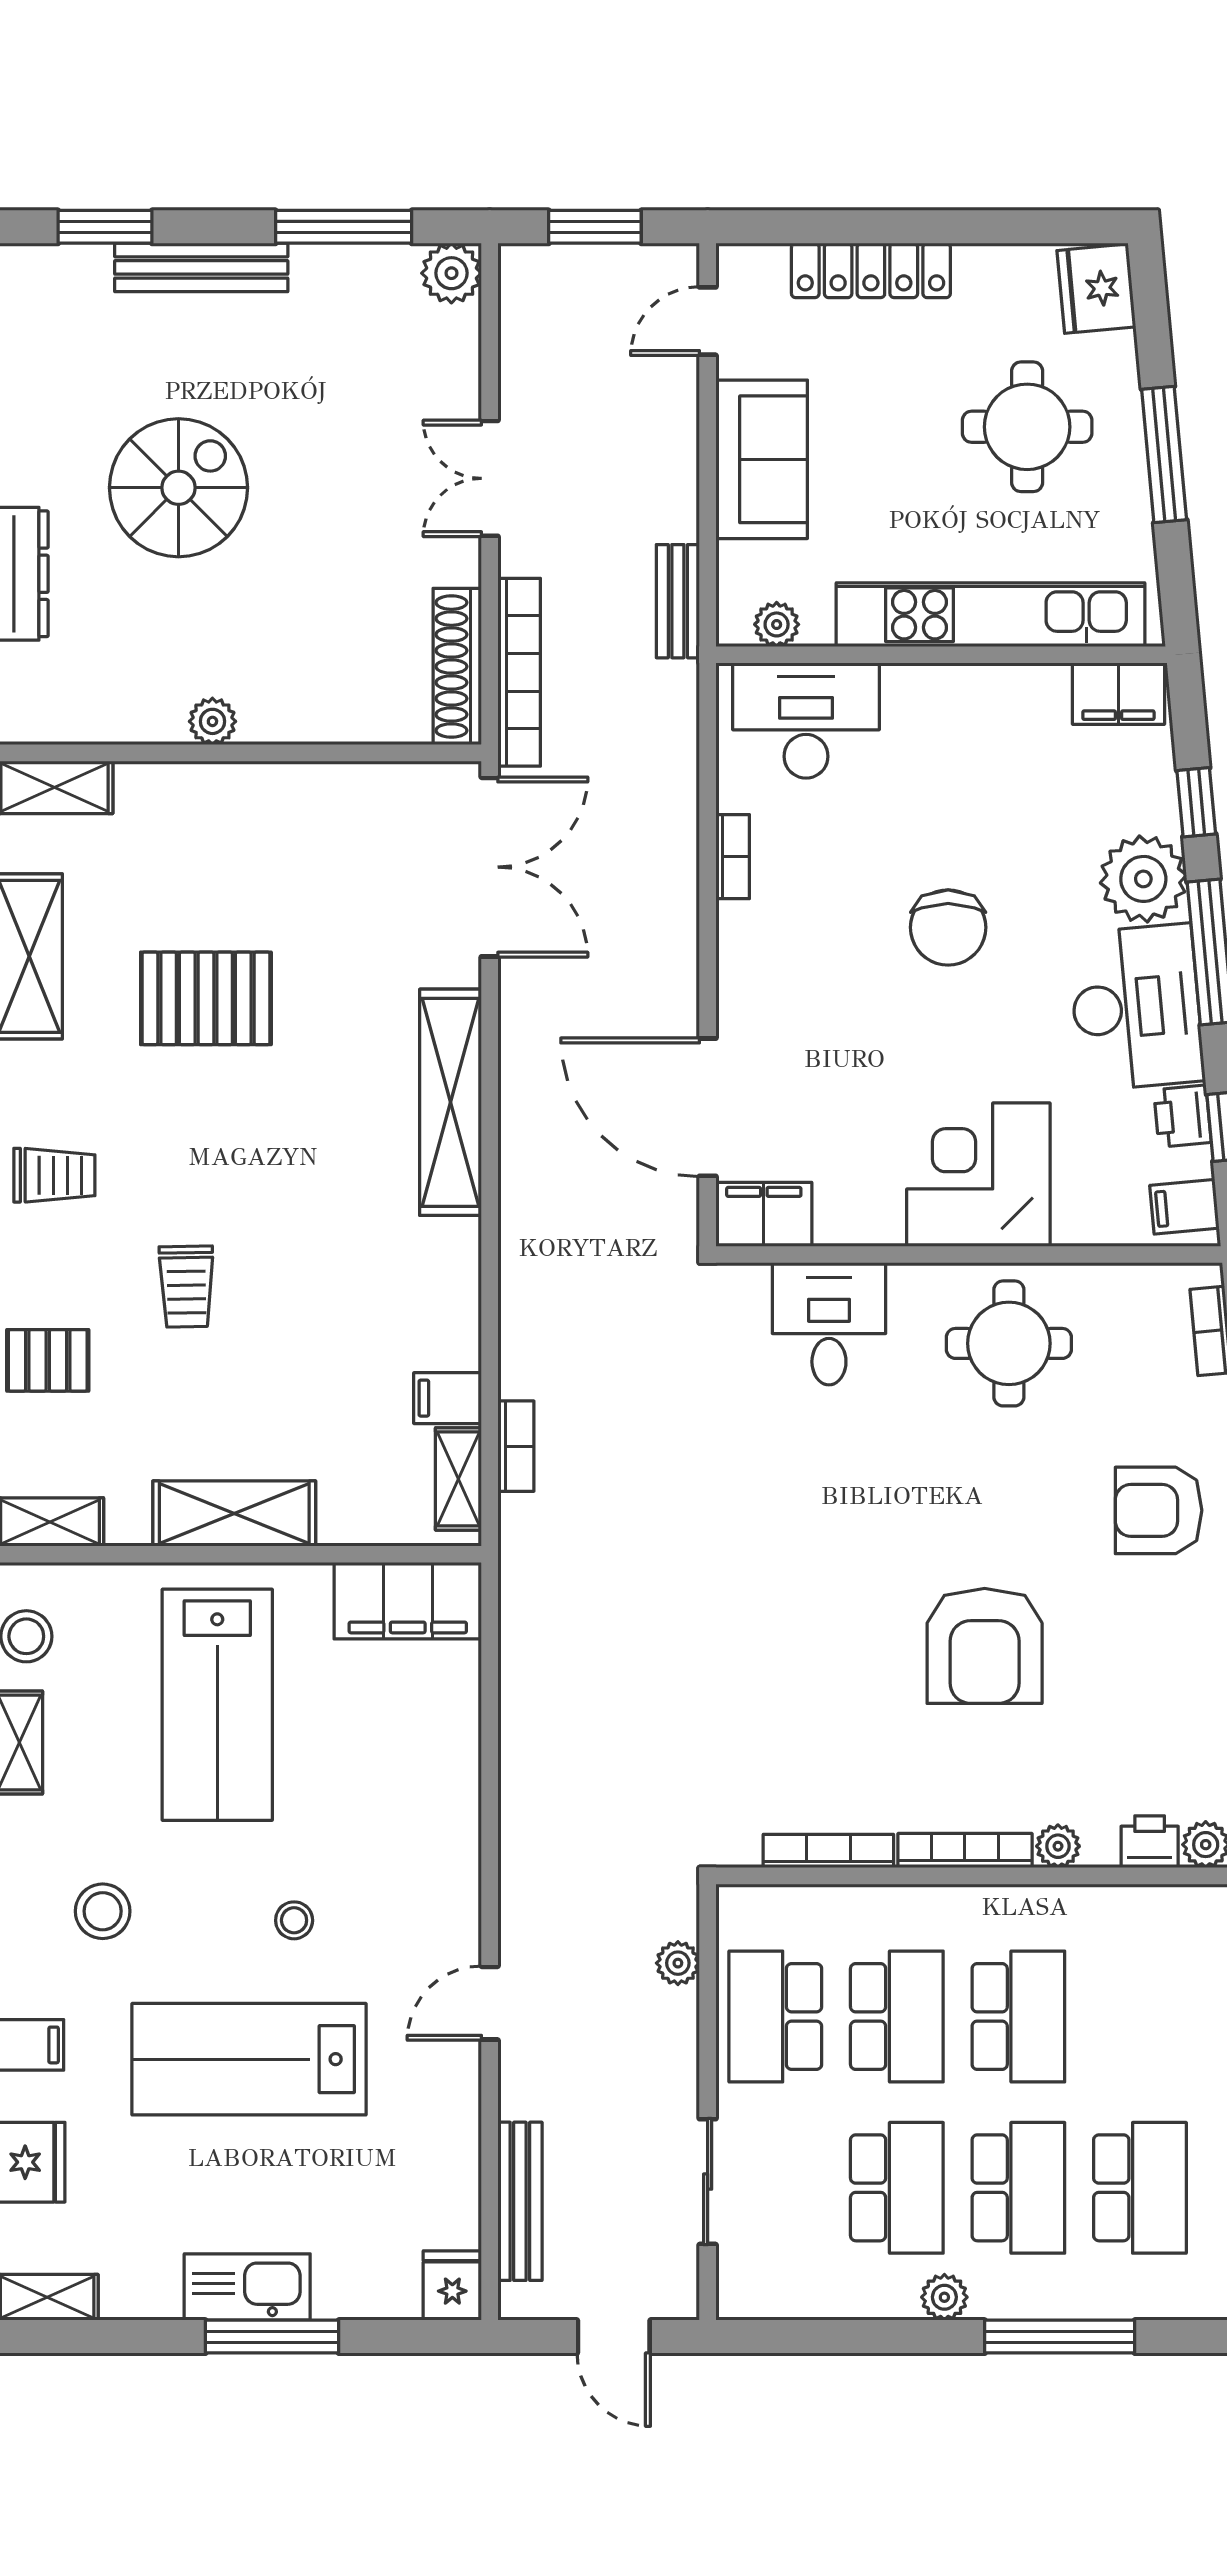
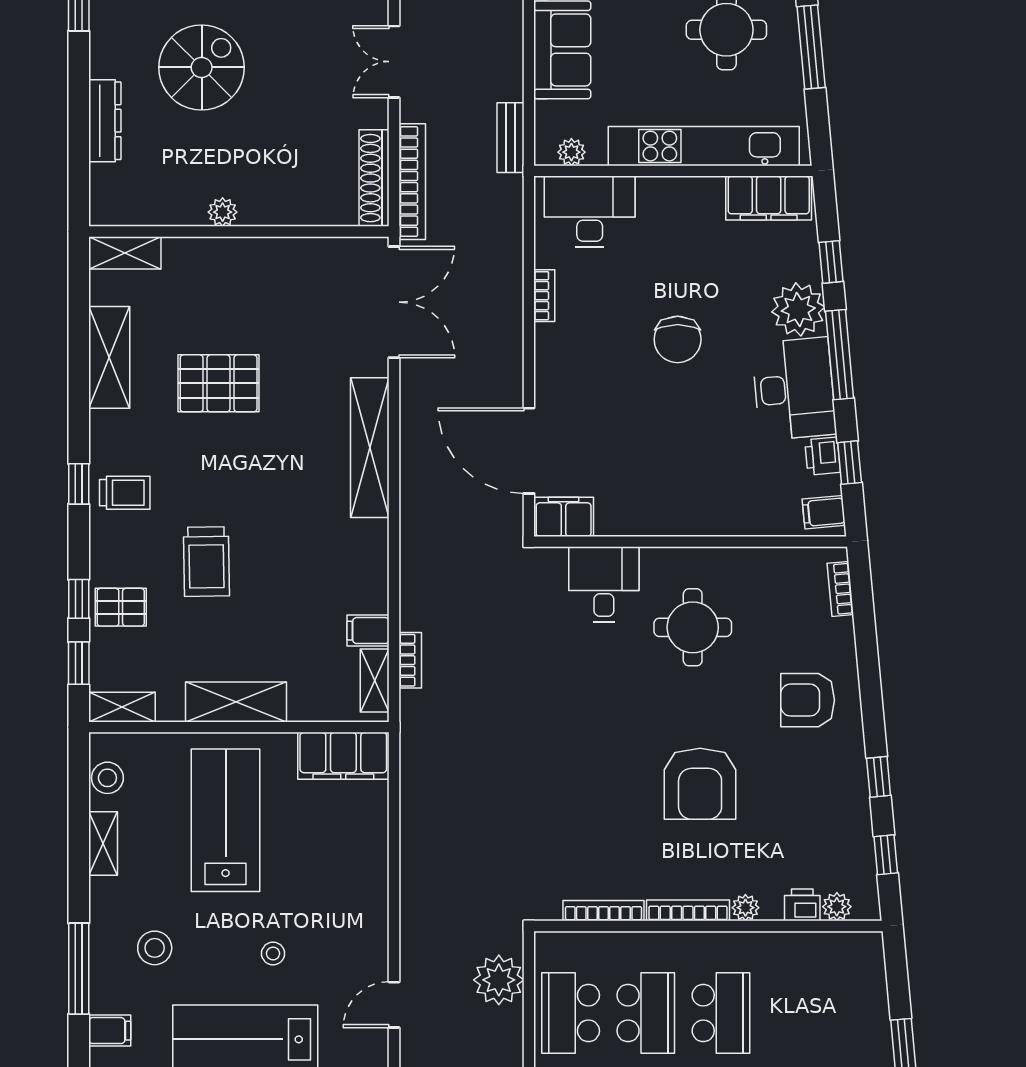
filing cabinet: (1118, 694) -> (769, 198), width x1.50, depth x1.17
corner desk: (978, 1175) -> (696, 492), removed
trolley: (186, 1287) -> (206, 562), width x1.36, depth x1.39
round table: (1009, 1343) -> (693, 627), moved
lab bench: (217, 1705) -> (226, 820), turned 180
plant: (678, 1963) -> (499, 980), width x1.87, depth x1.87

